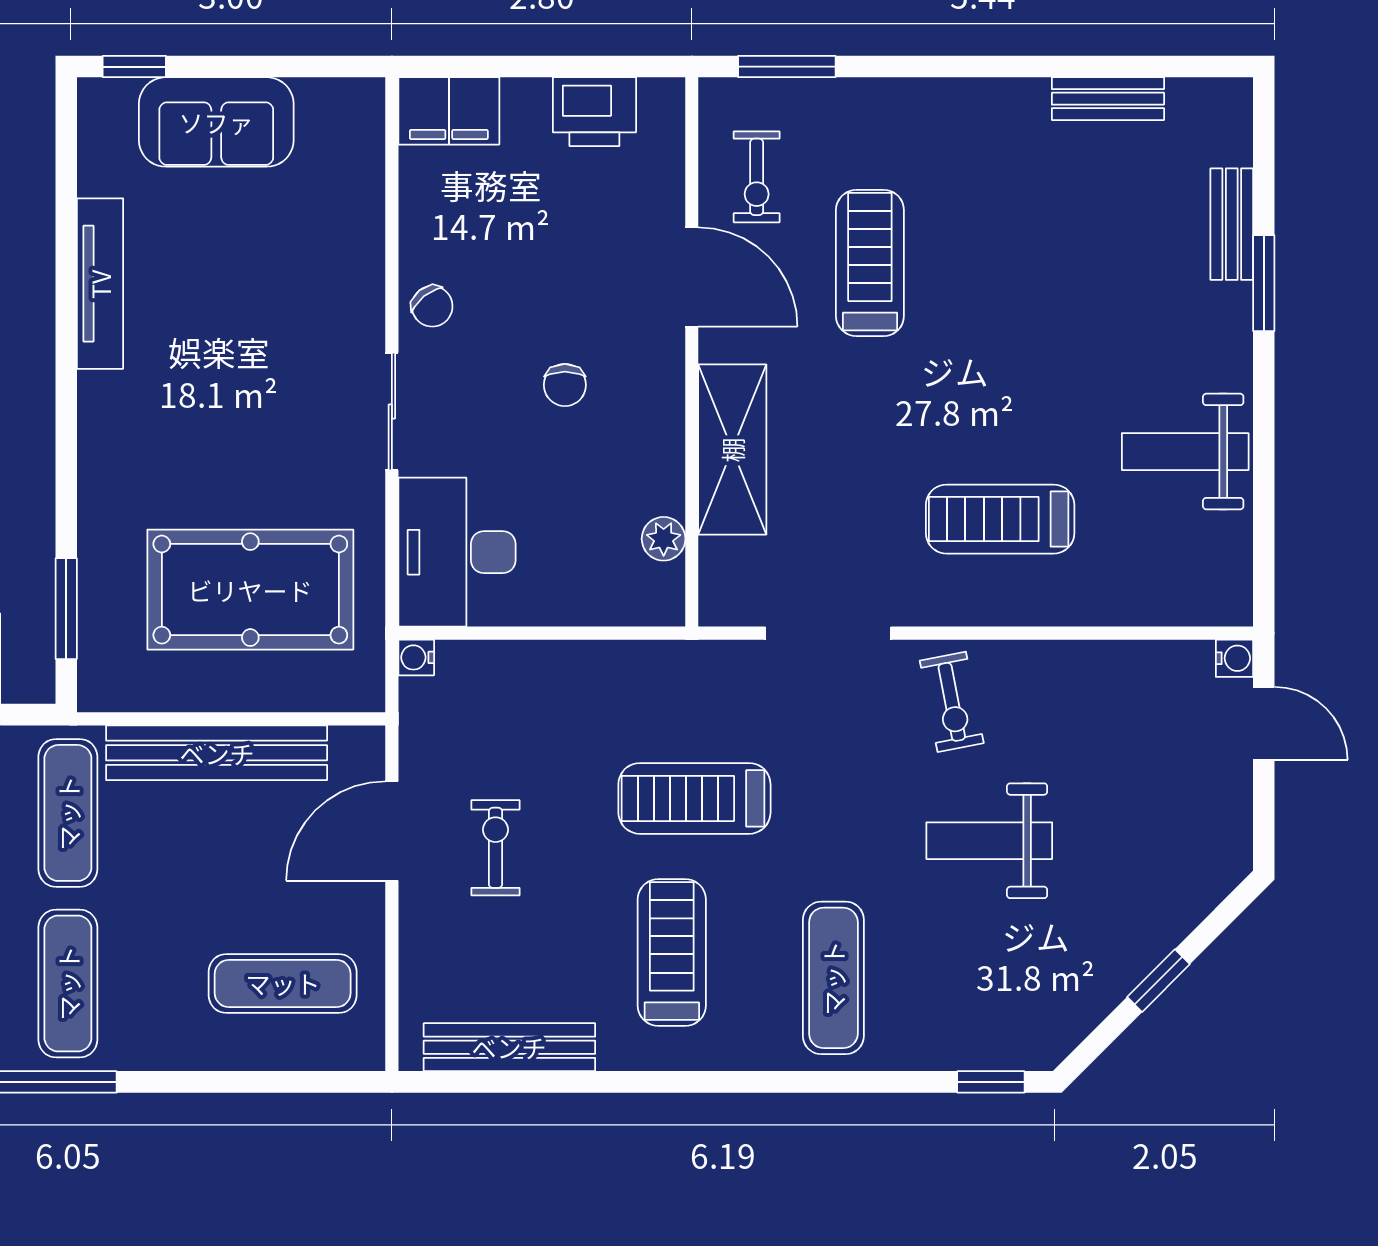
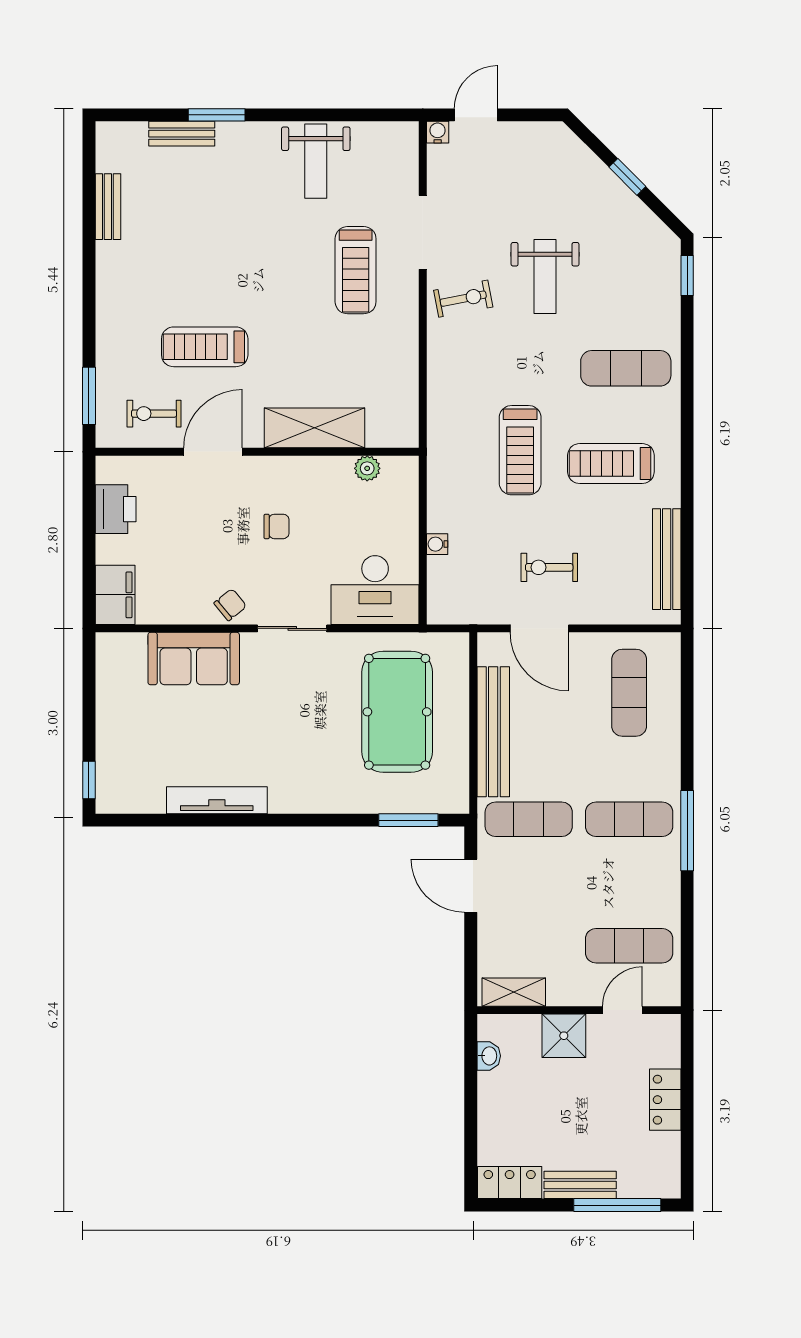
sofa: (216, 122) -> (194, 659), moved, turned 90
exercise bike: (757, 177) -> (154, 414), turned 180
doorway: (828, 633) -> (423, 232), moved
water cooler: (416, 657) -> (437, 544), moved, turned 90

